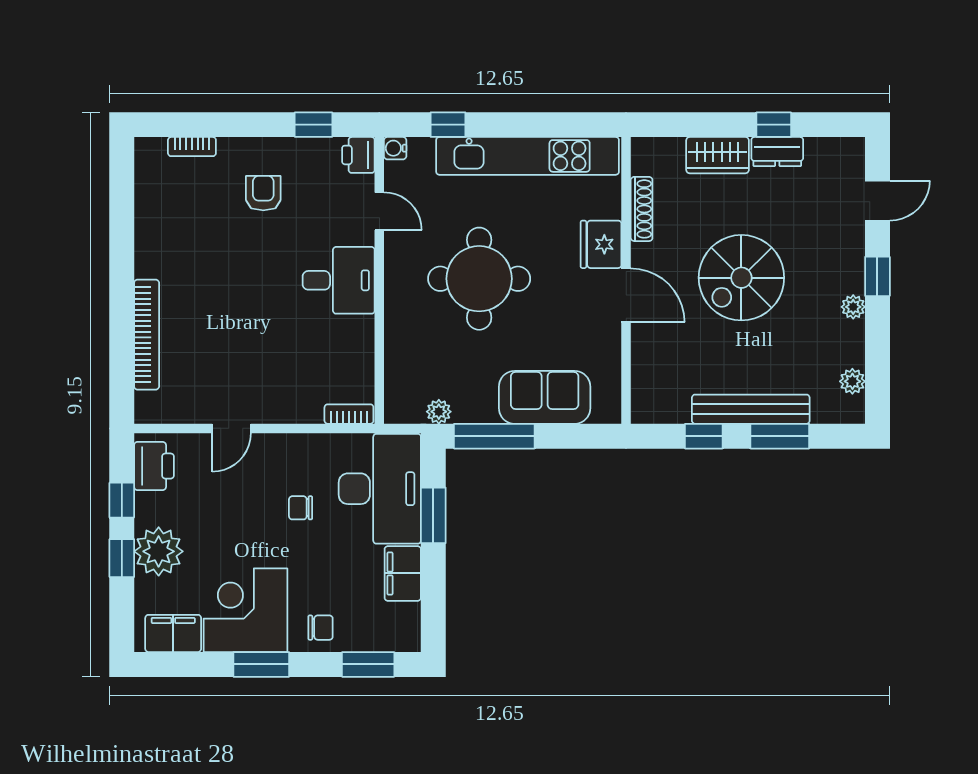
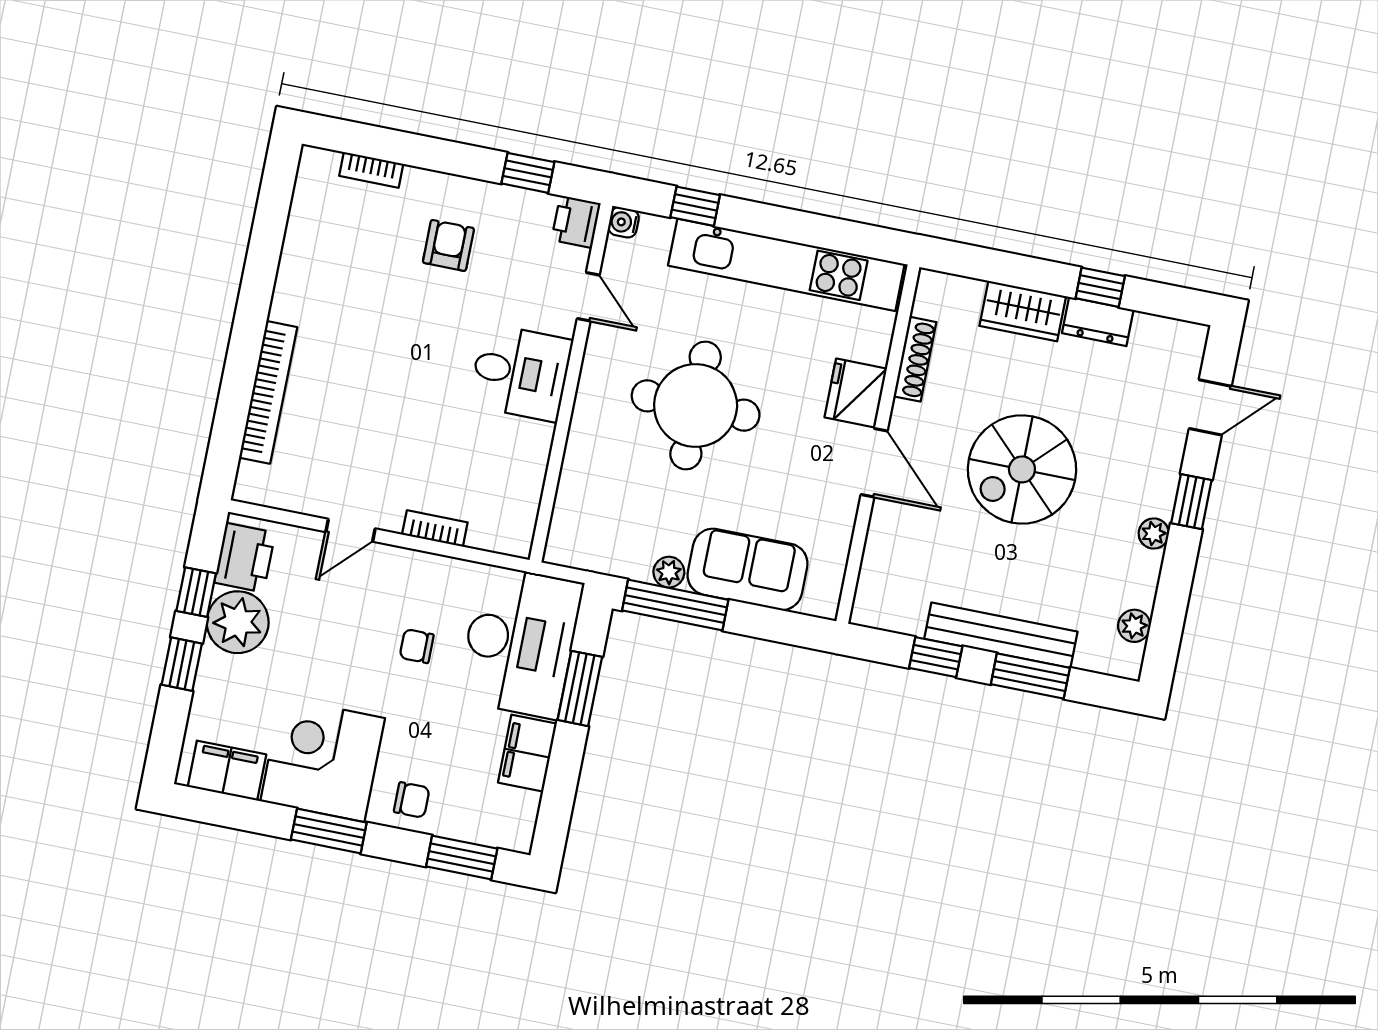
plant: (439, 412) -> (669, 572), moved
bookcase: (349, 414) -> (435, 528), moved
plant: (159, 551) -> (238, 622), moved

